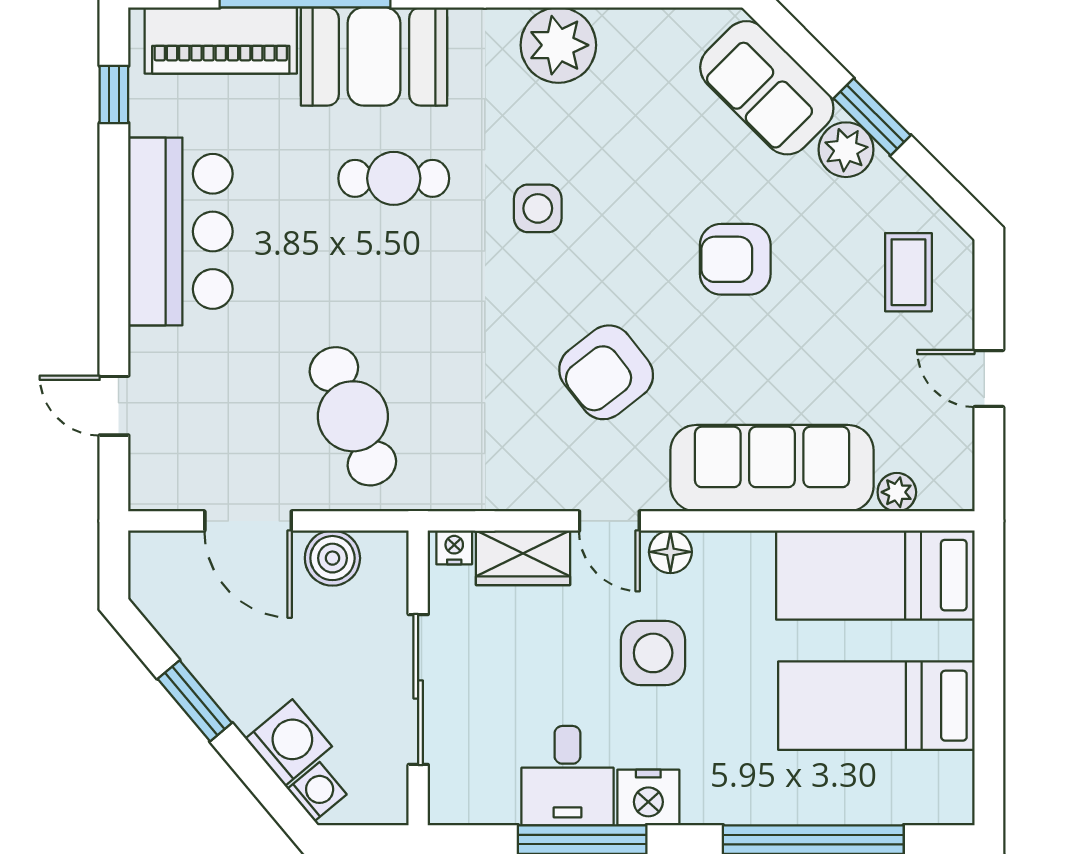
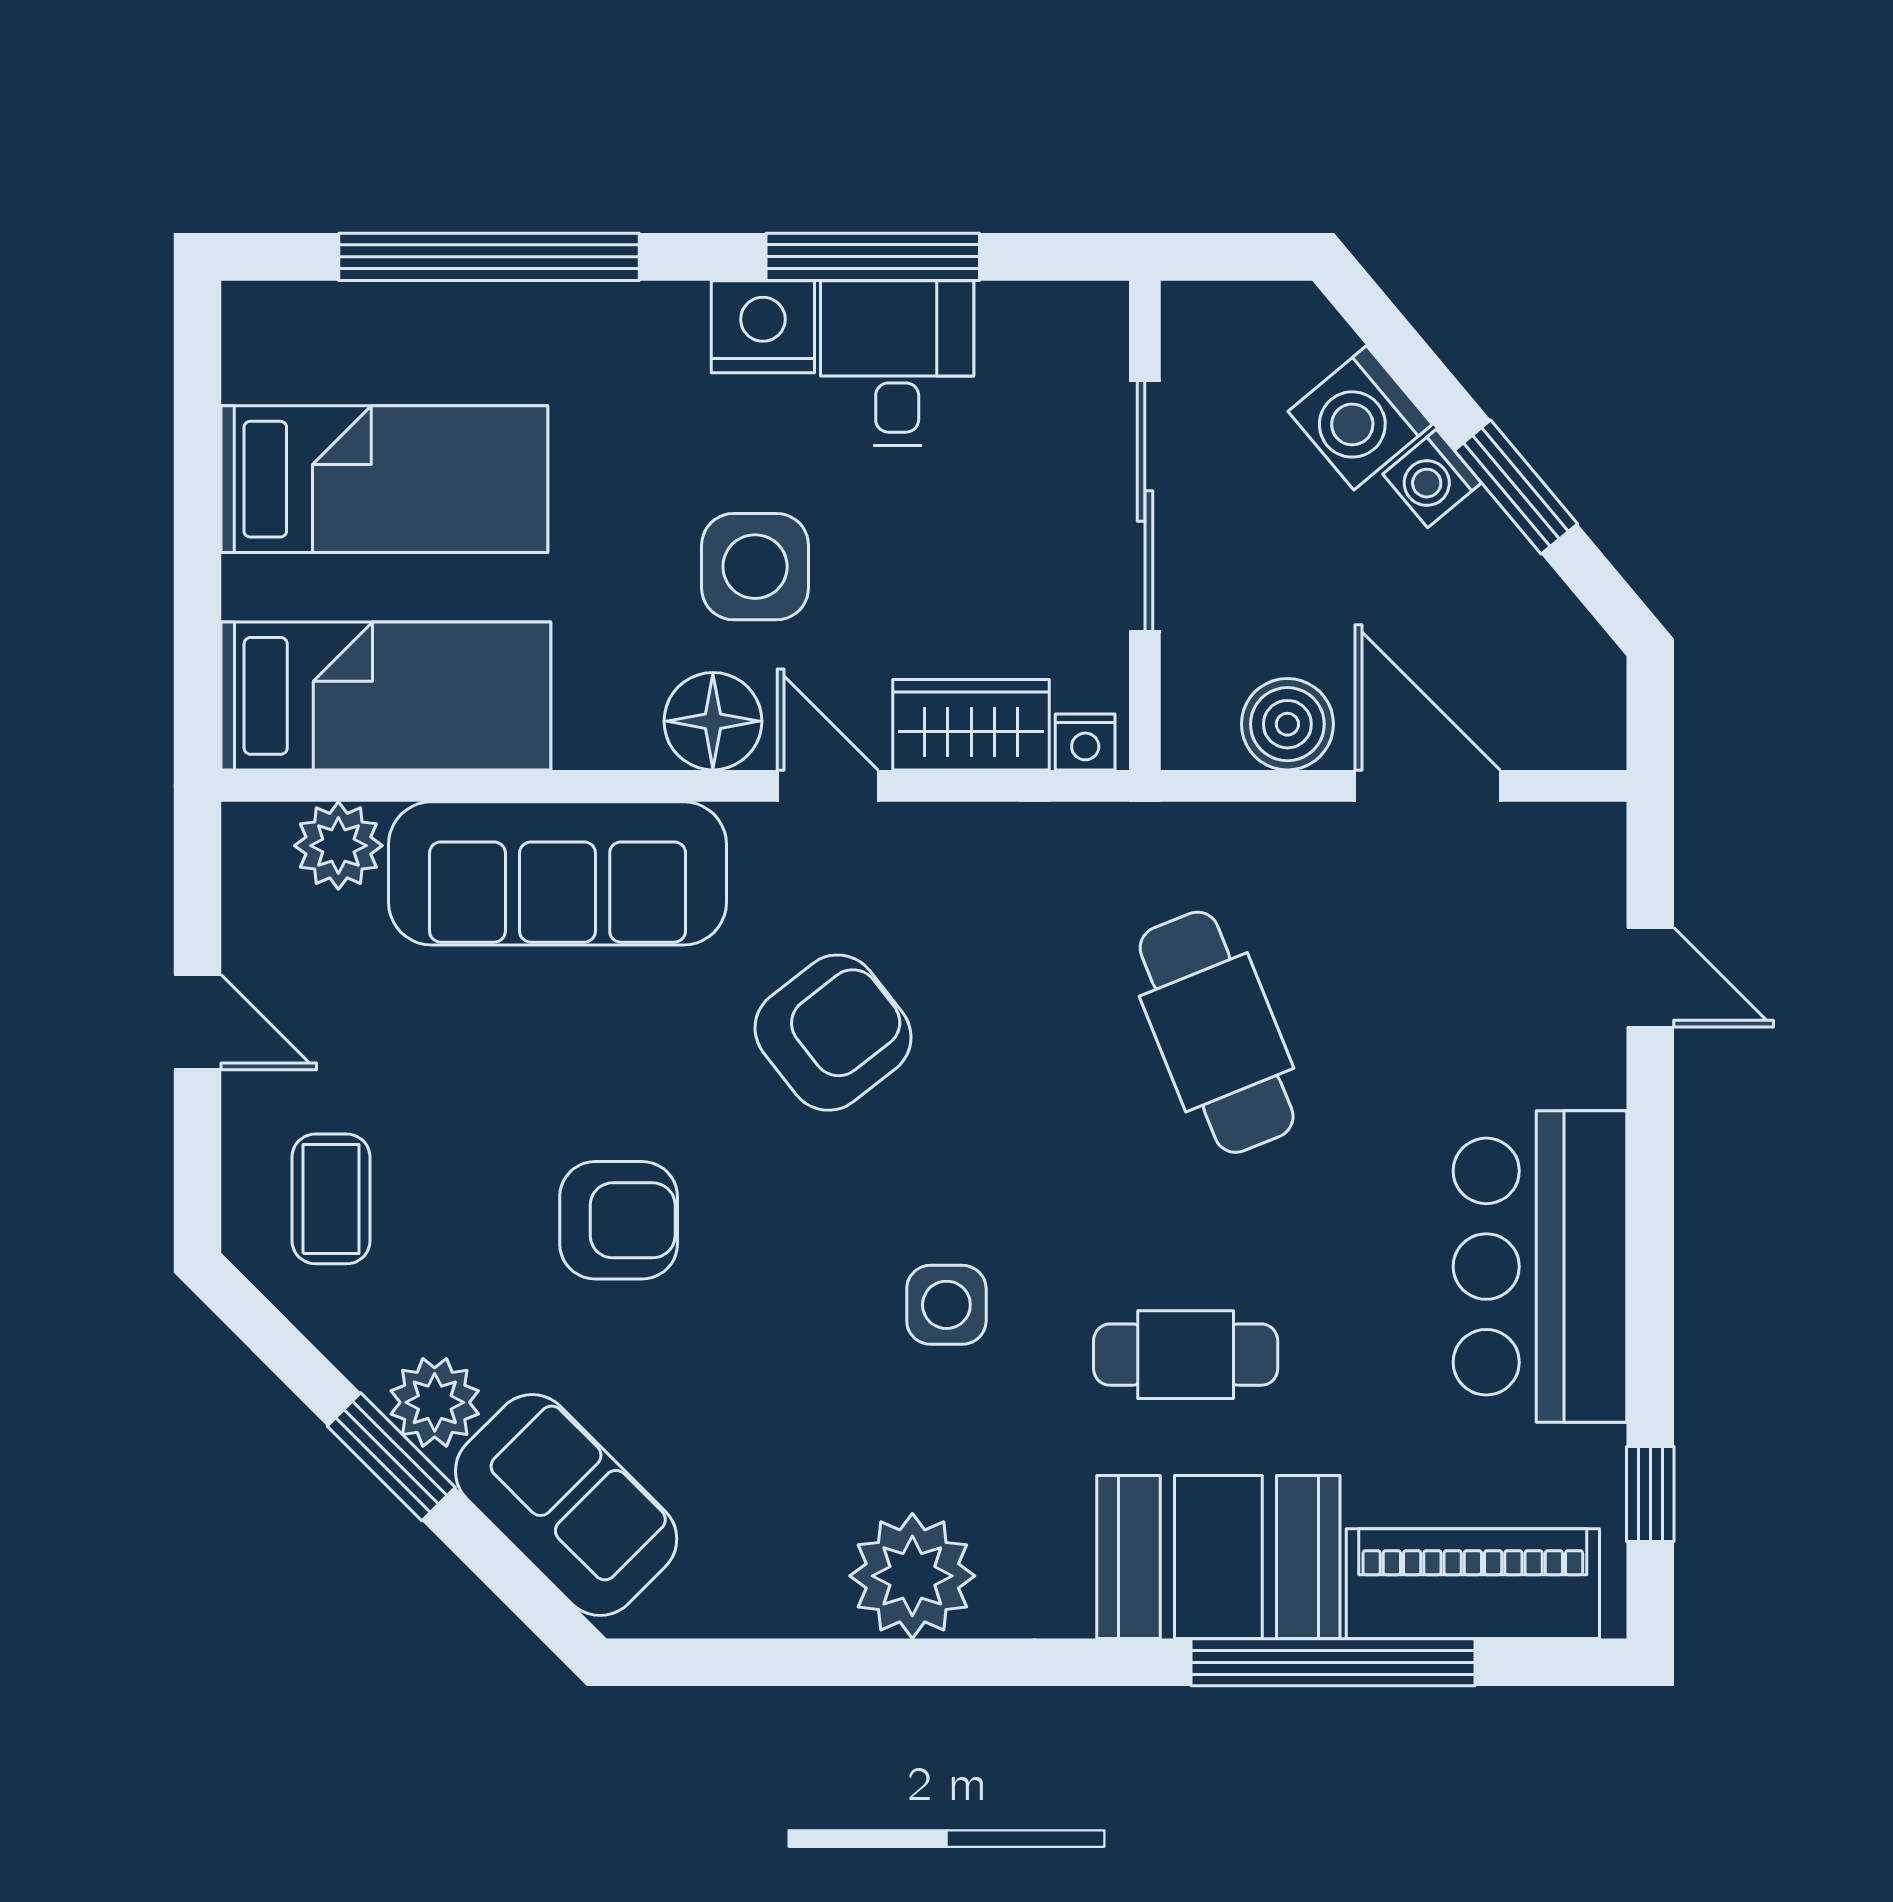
cafe table: (353, 416) -> (1217, 1032), moved
plant: (897, 492) -> (338, 846), width x1.38, depth x1.38
floor lamp: (670, 552) -> (713, 721), width x1.38, depth x1.38
washing machine: (317, 792) -> (1432, 479), moved

